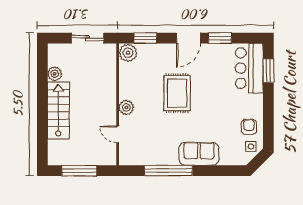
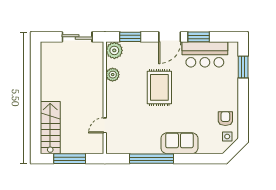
bar counter: (249, 68) -> (205, 54), moved, turned -90
plant: (55, 74) -> (47, 70), removed
plant: (126, 107) -> (113, 75), moved
stairs: (58, 111) -> (50, 128), moved
door: (118, 134) -> (105, 125), hinge flipped

